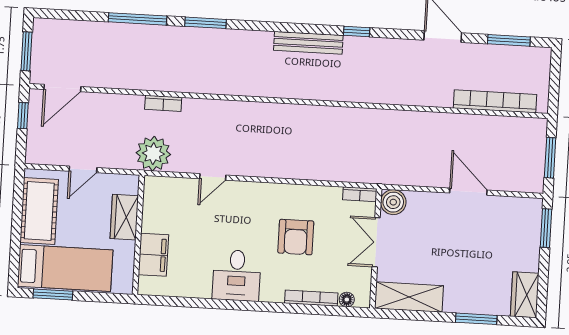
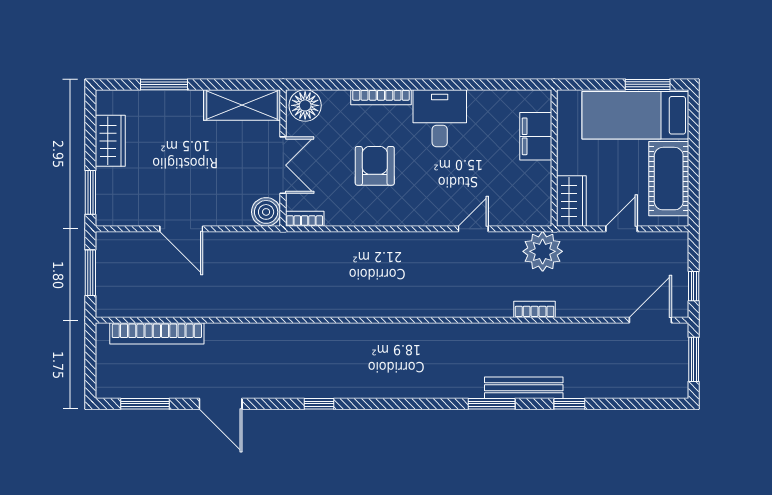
window: (137, 19) -> (569, 404), width x0.46
bench: (308, 43) -> (524, 388), moved
wardrobe: (124, 217) -> (571, 201), moved
wardrobe: (525, 295) -> (110, 141), moved
bookcase: (311, 298) -> (381, 97), moved
floor lamp: (347, 300) -> (305, 105), width x1.89, depth x1.89

